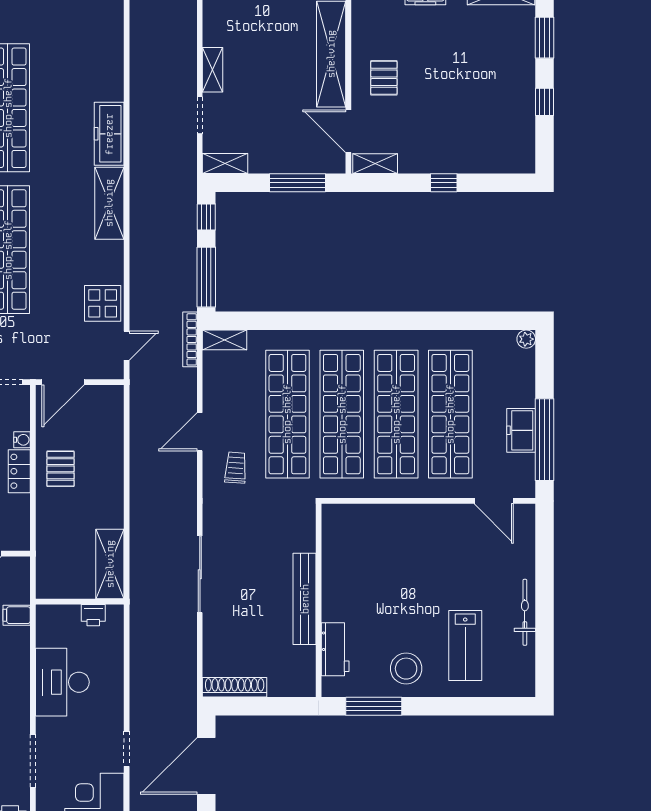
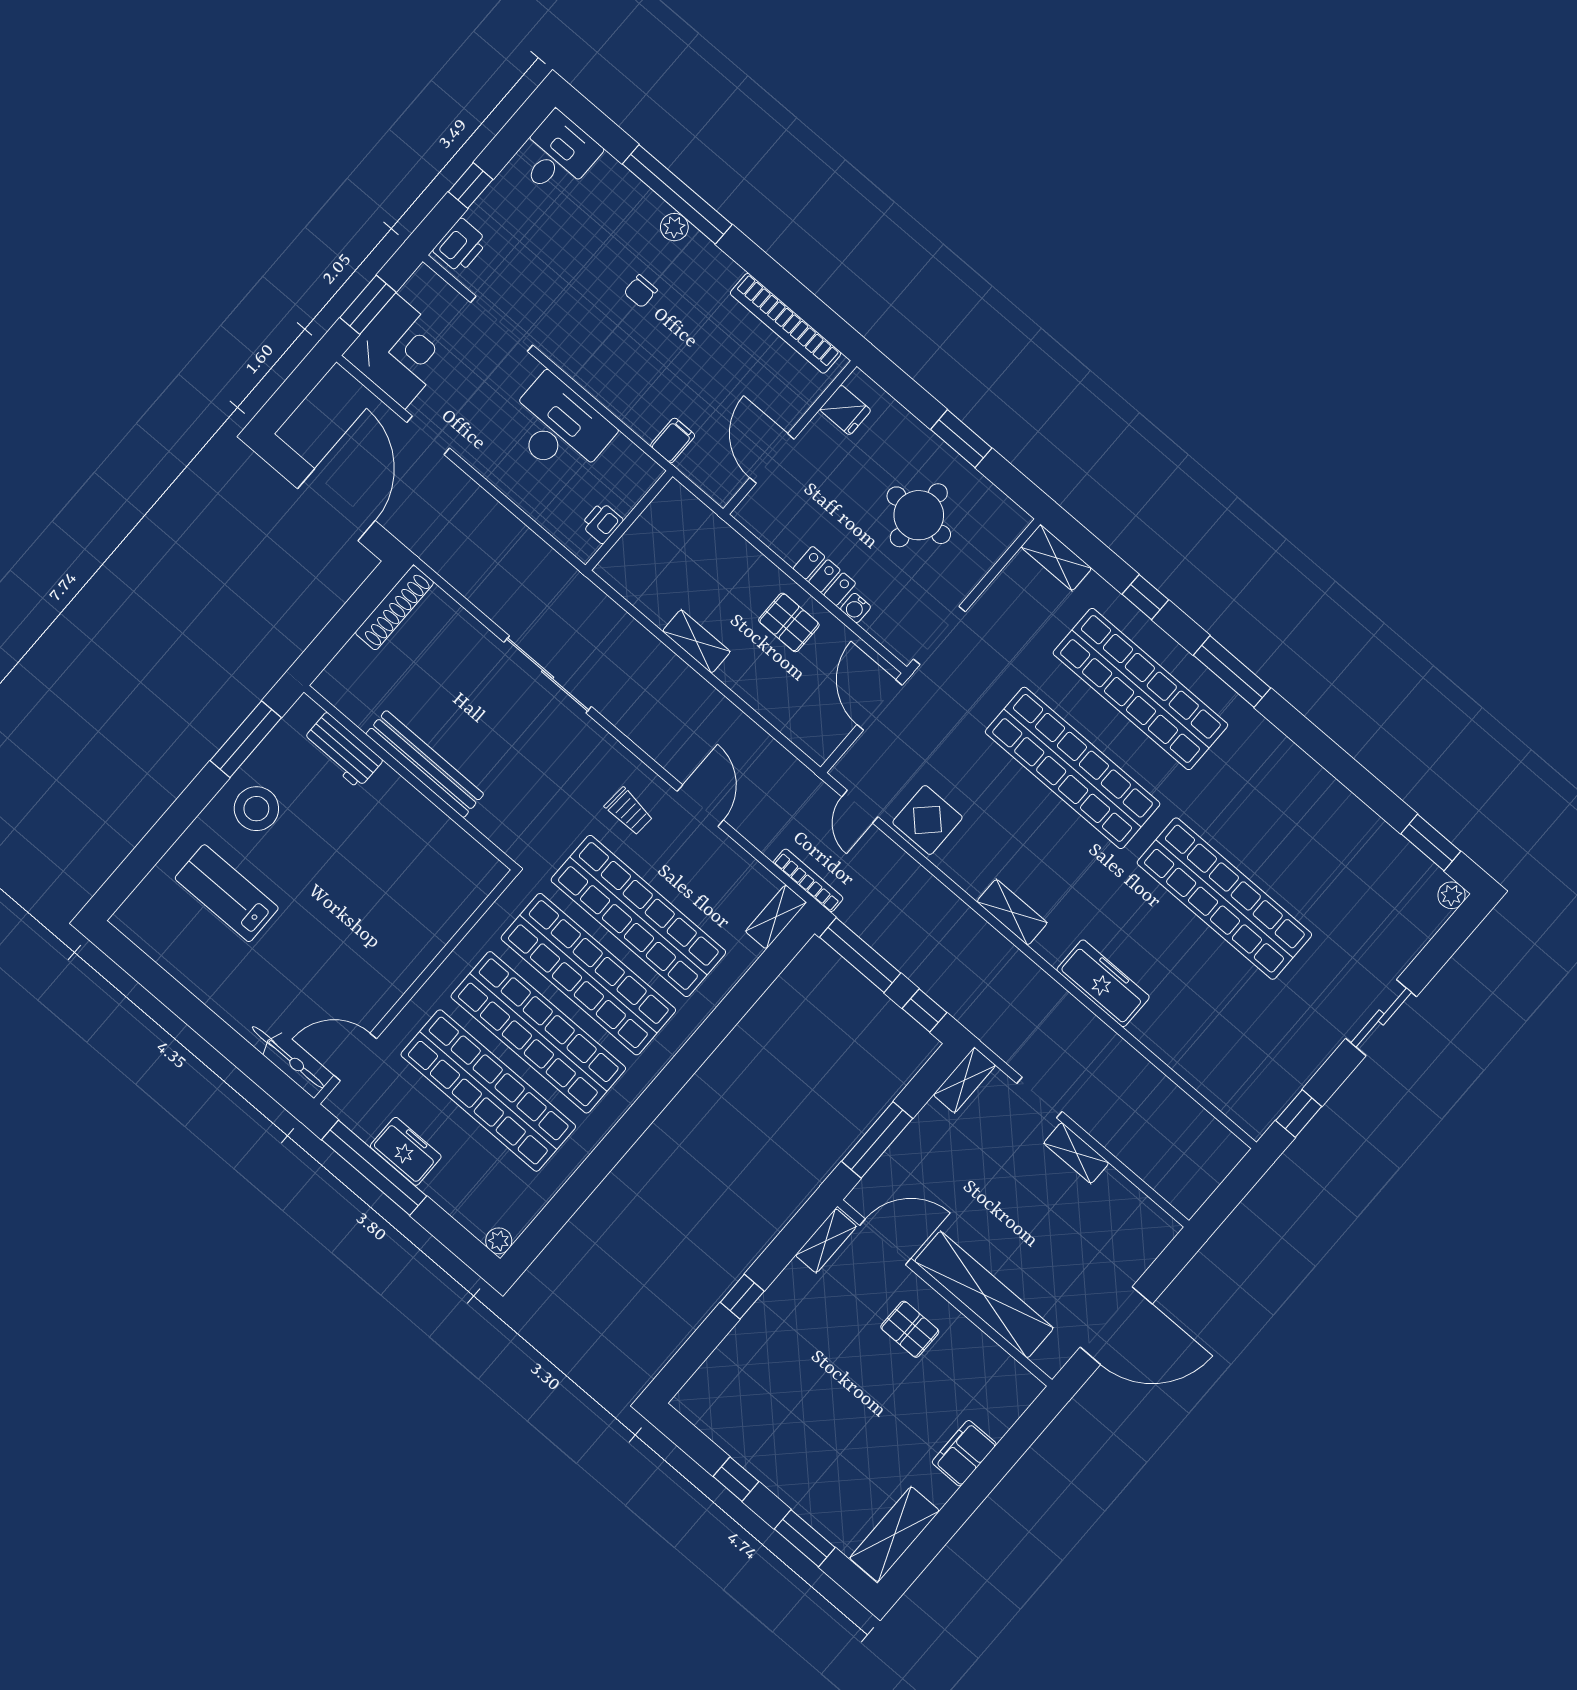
shelving: (109, 203) -> (1012, 912), width x0.67, depth x0.75
shelving: (110, 564) -> (696, 641), moved, width x0.67, depth x0.75
bicycle: (525, 612) -> (288, 1057), moved

